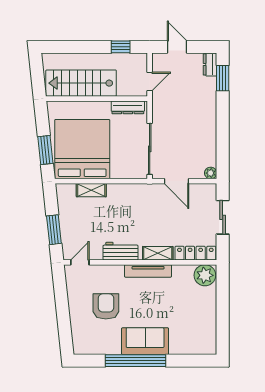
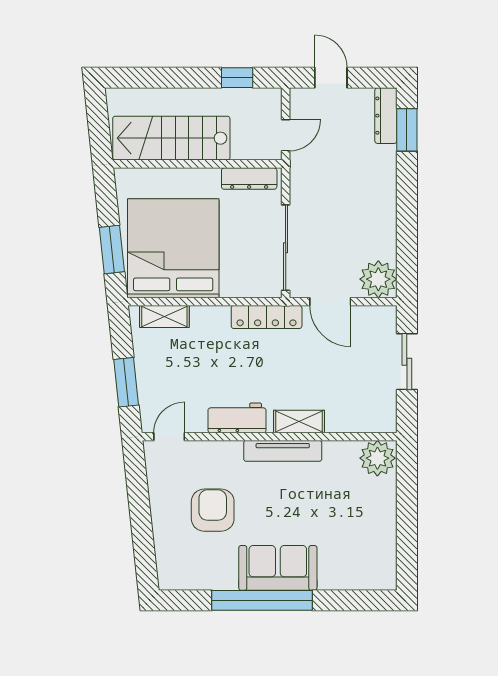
dresser: (210, 64) -> (386, 116), width x1.44
plant: (211, 173) -> (378, 279), width x1.88, depth x1.88
shelving: (91, 190) -> (164, 316), moved
locker: (195, 253) -> (267, 317), moved, turned 180

